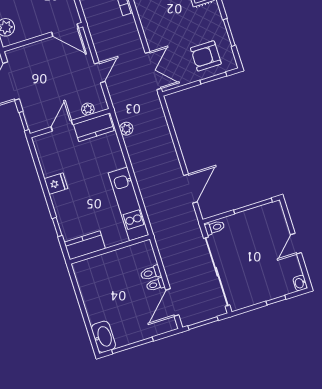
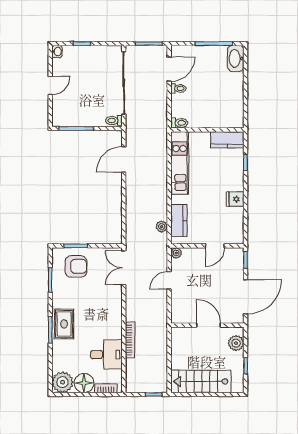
door: (65, 30) -> (209, 325), moved
plant: (88, 109) -> (176, 253), moved
kitchen counter: (94, 127) -> (179, 221), moved, turned 90
toilet: (151, 273) -> (179, 123), moved

